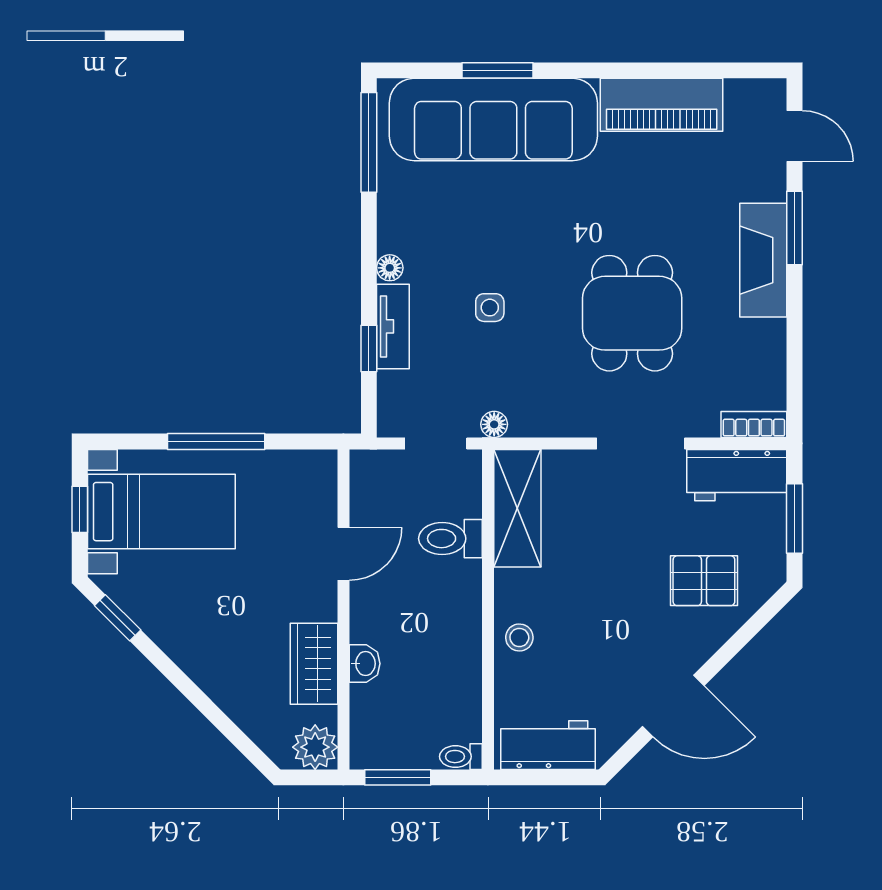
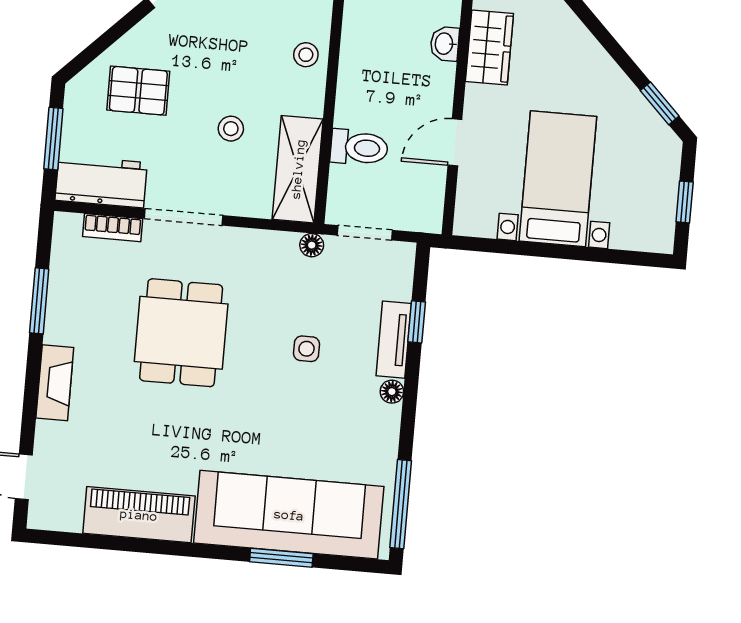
window: (795, 228) -> (39, 301), moved
fireplace: (763, 260) -> (55, 383), width x0.73, depth x0.76
bookcase: (754, 424) -> (113, 228), moved
window: (216, 441) -> (559, 252), removed
bed with nightstands: (161, 512) -> (558, 179), moved, turned 90
stool: (596, 547) -> (231, 129), added

